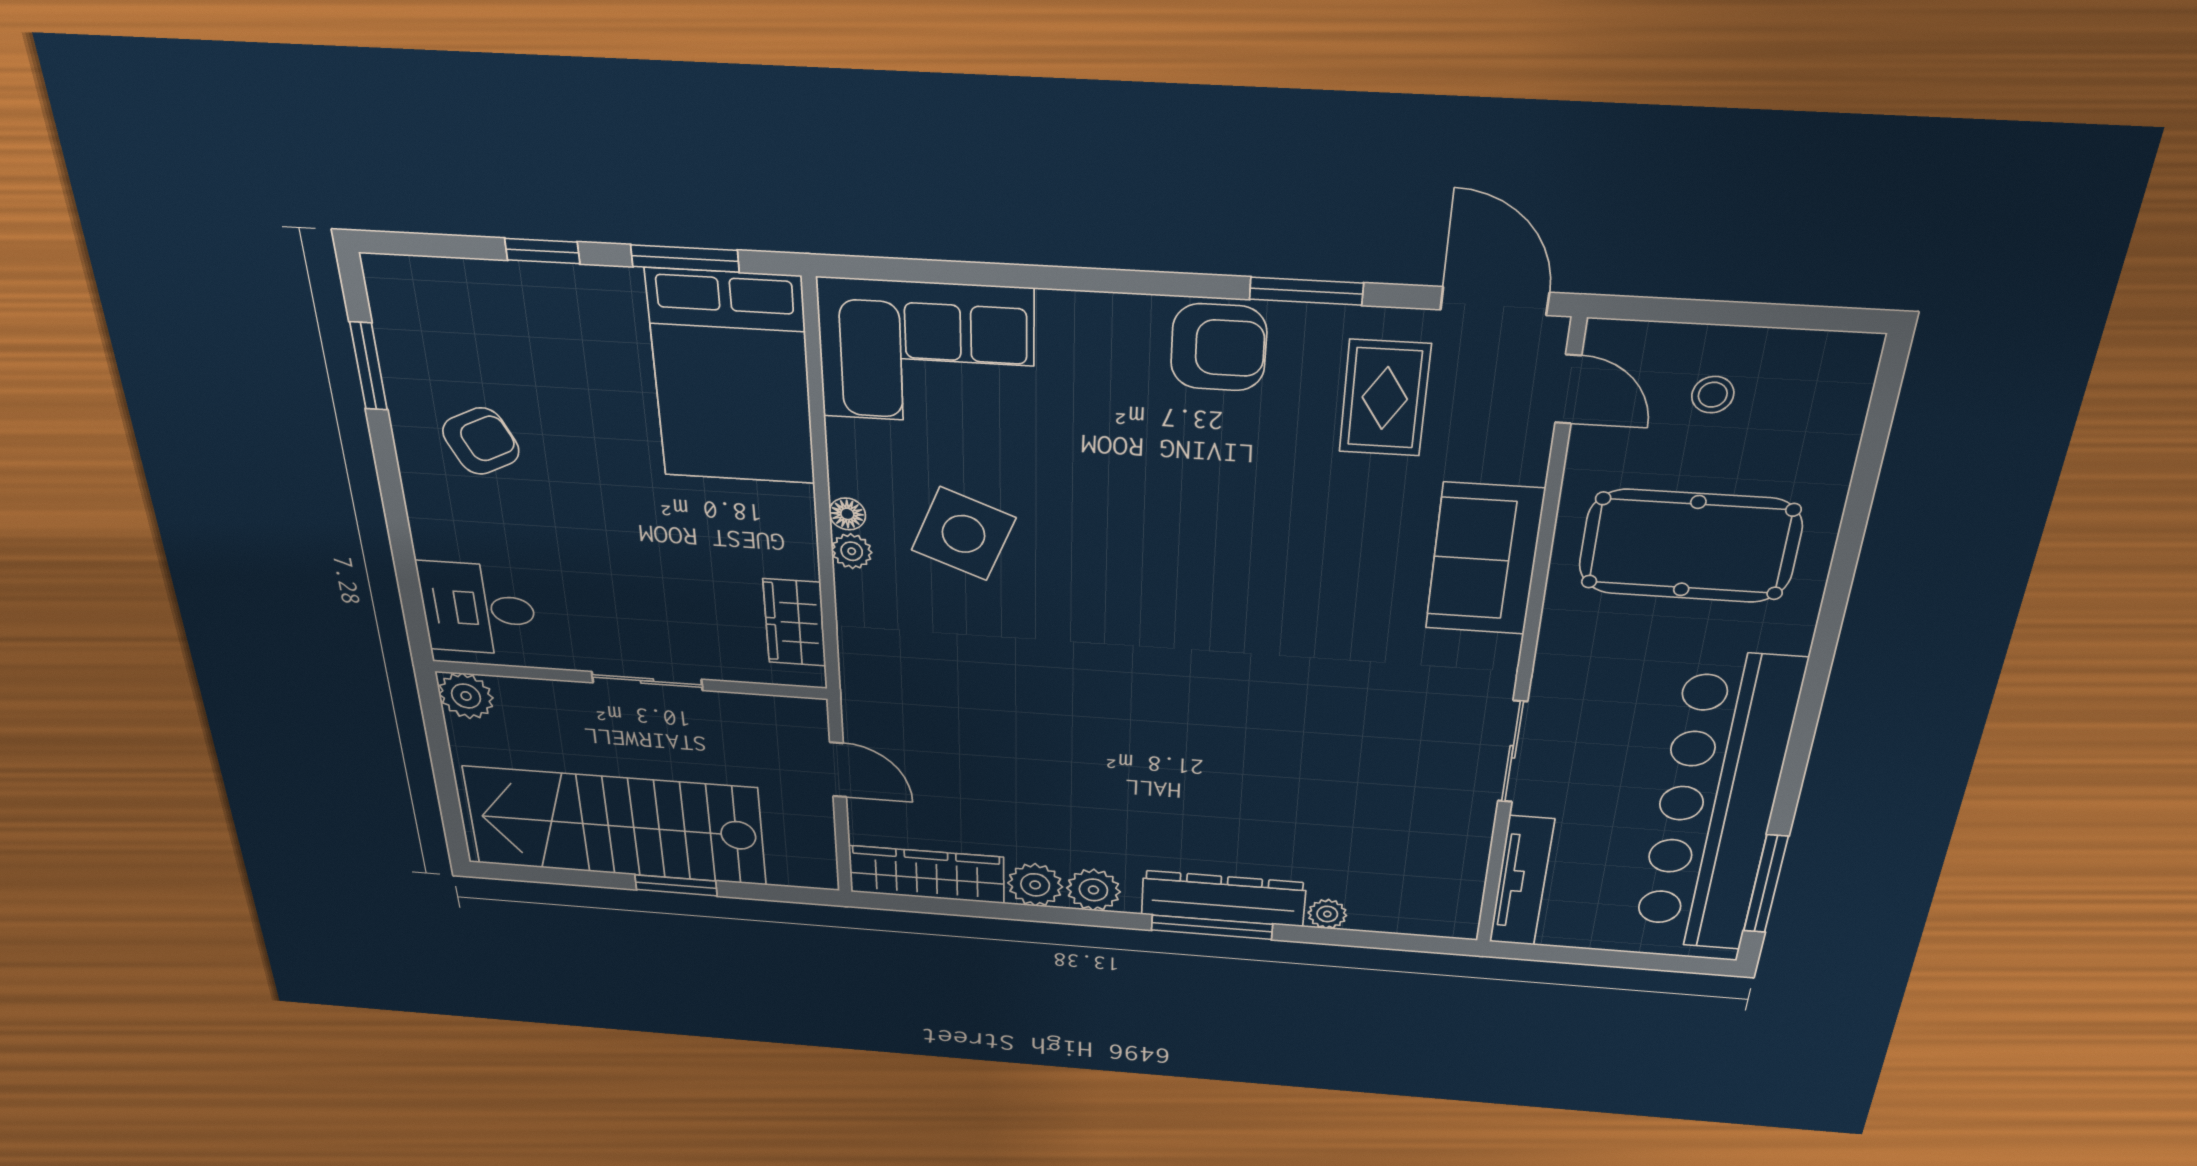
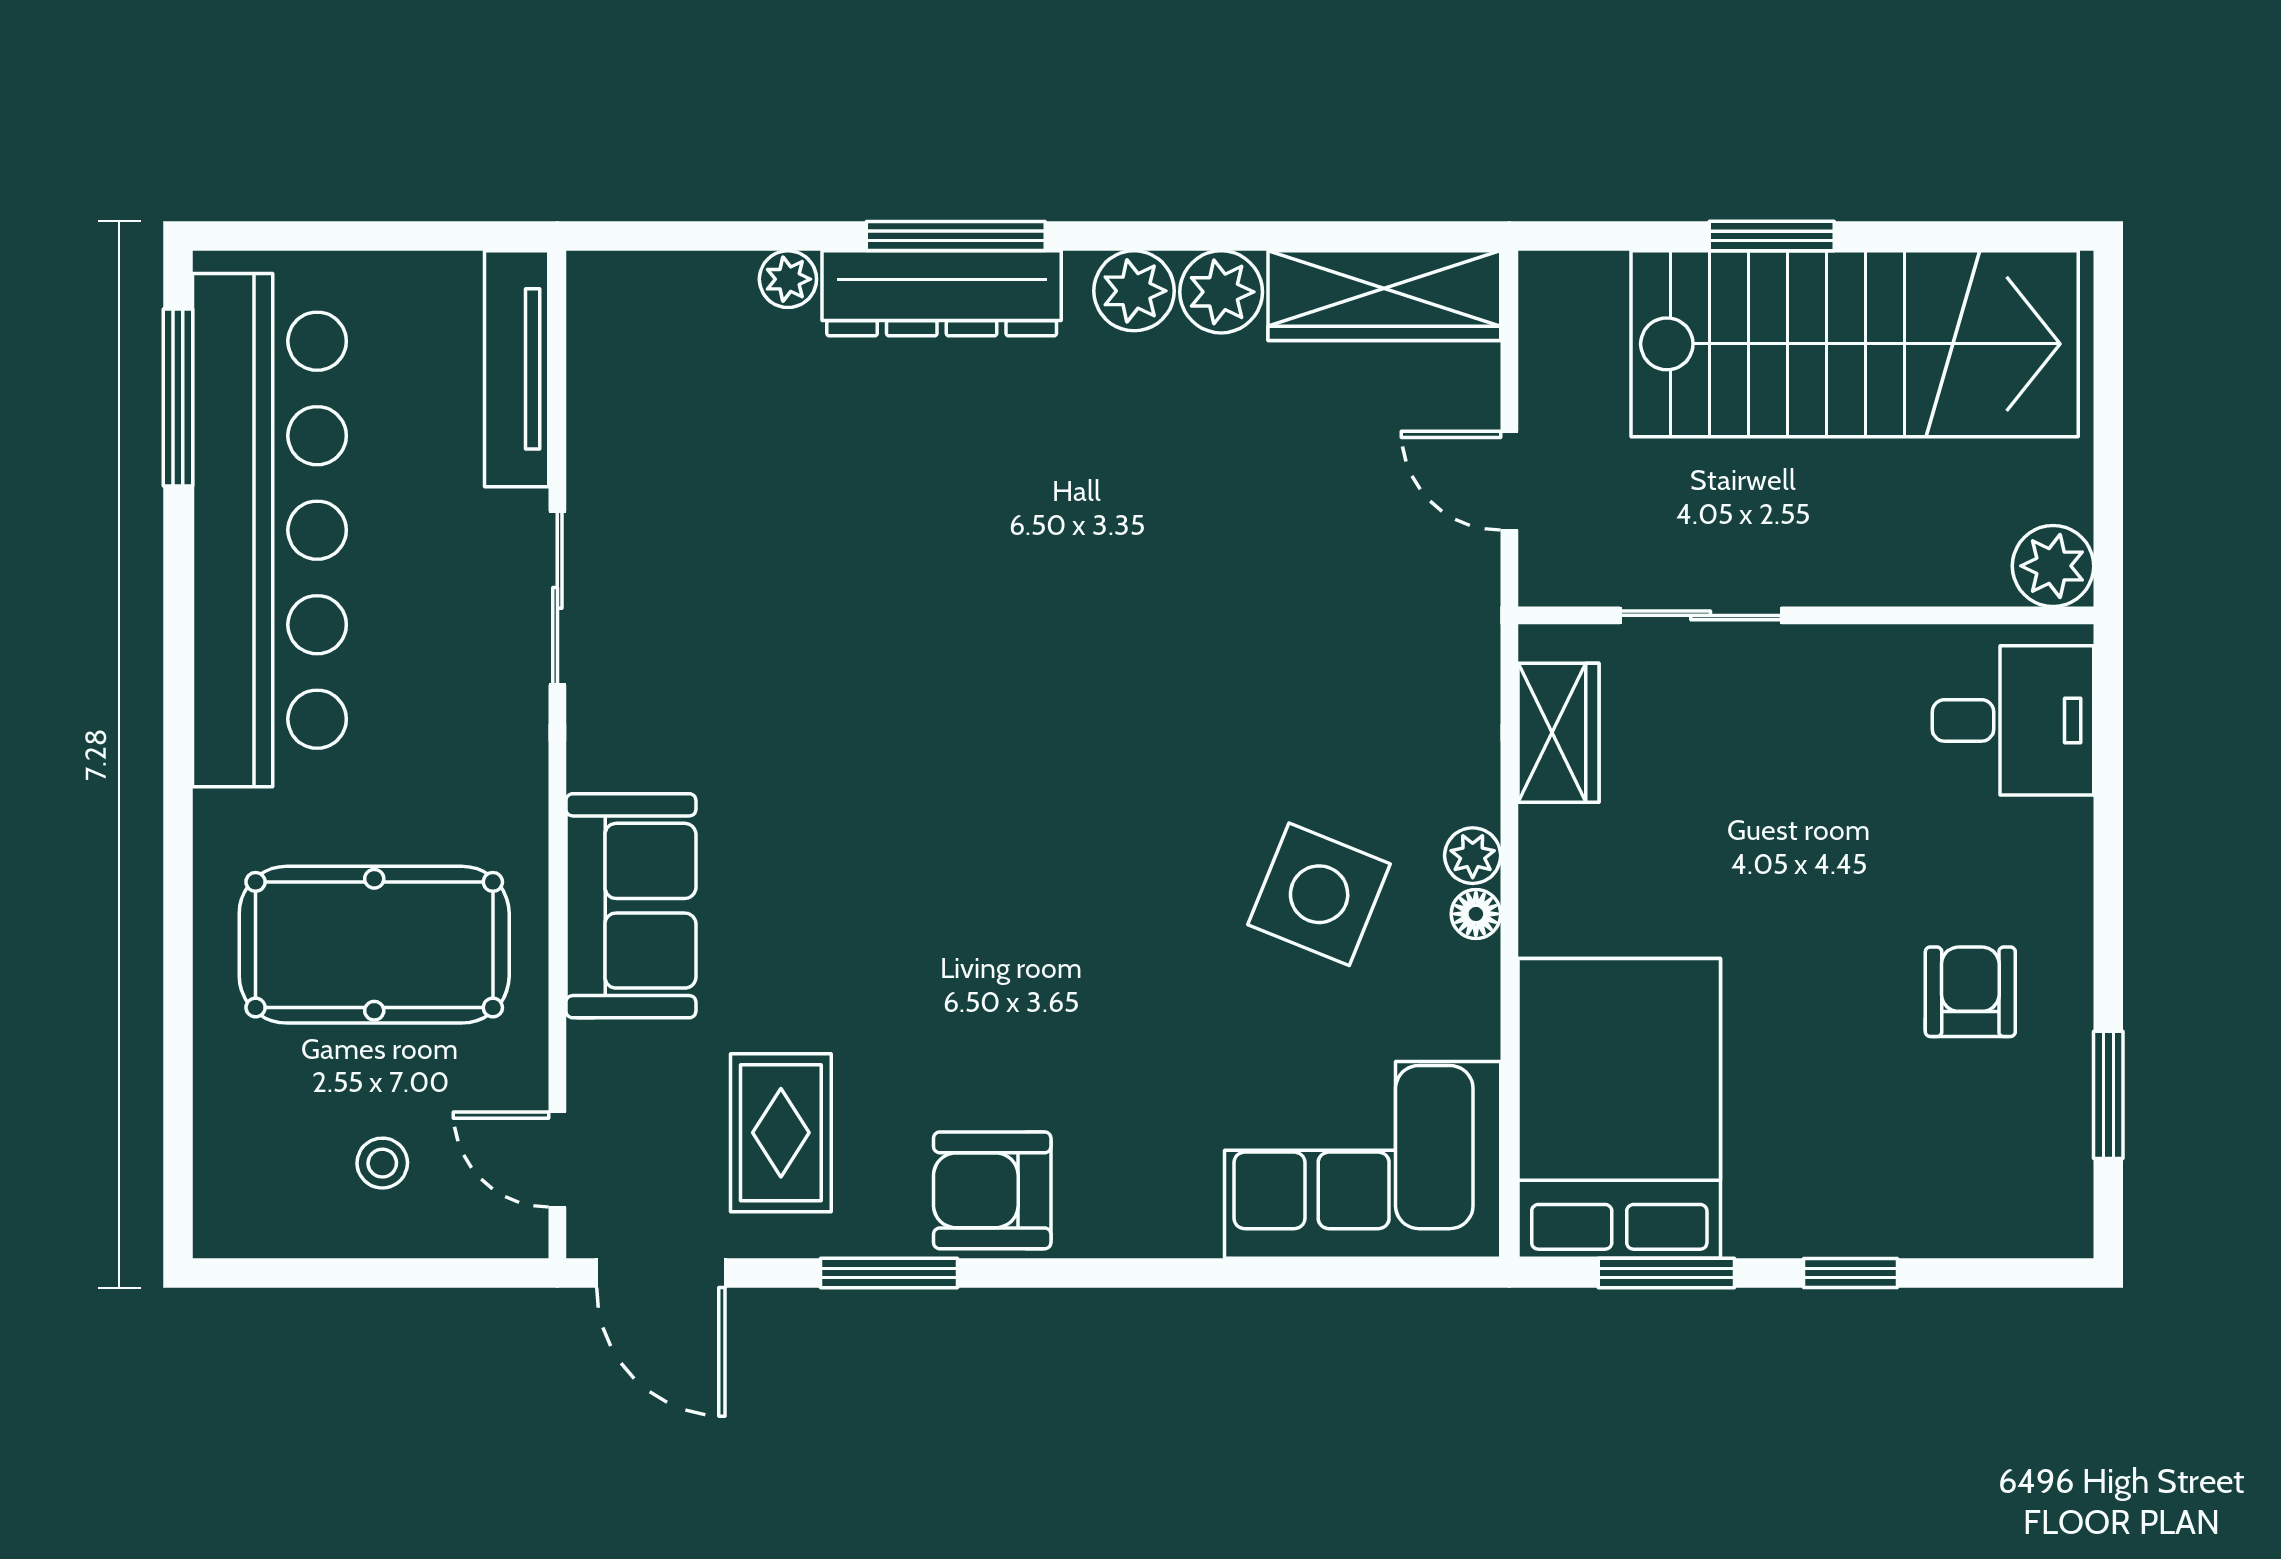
armchair: (481, 441) -> (1970, 992), turned 116
sliding door: (647, 681) -> (1701, 615), moved

